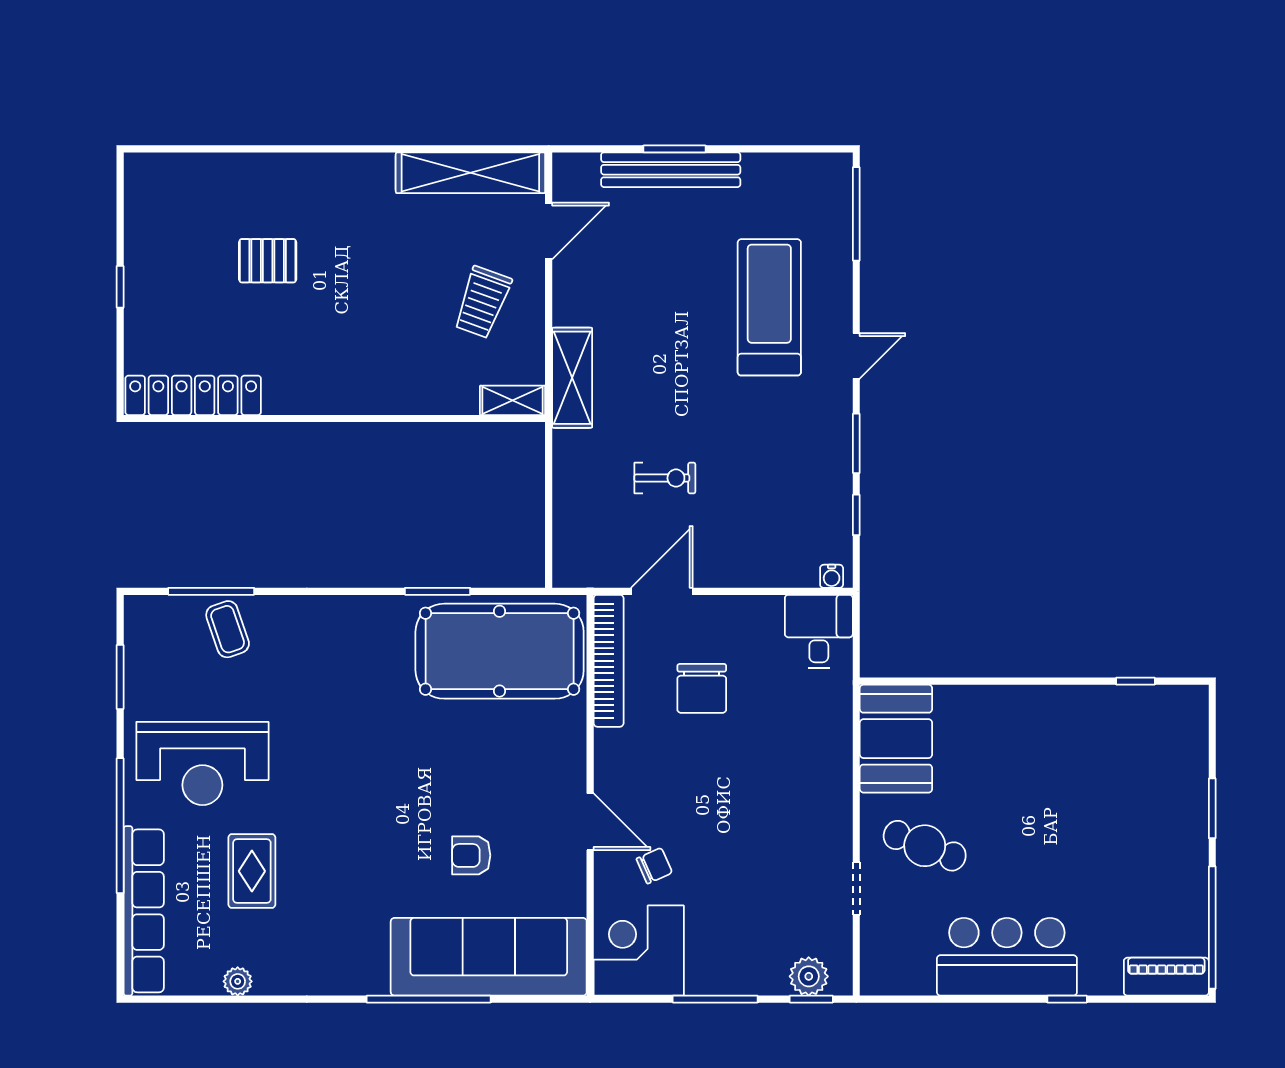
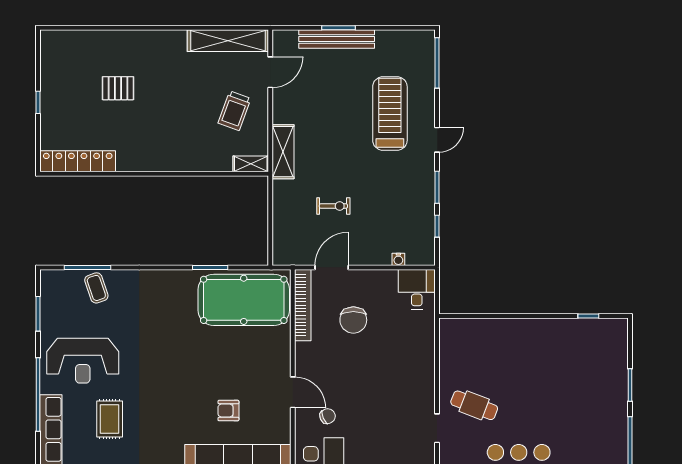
water cooler: (832, 576) -> (398, 259), moved
booth: (896, 739) -> (459, 347), removed

